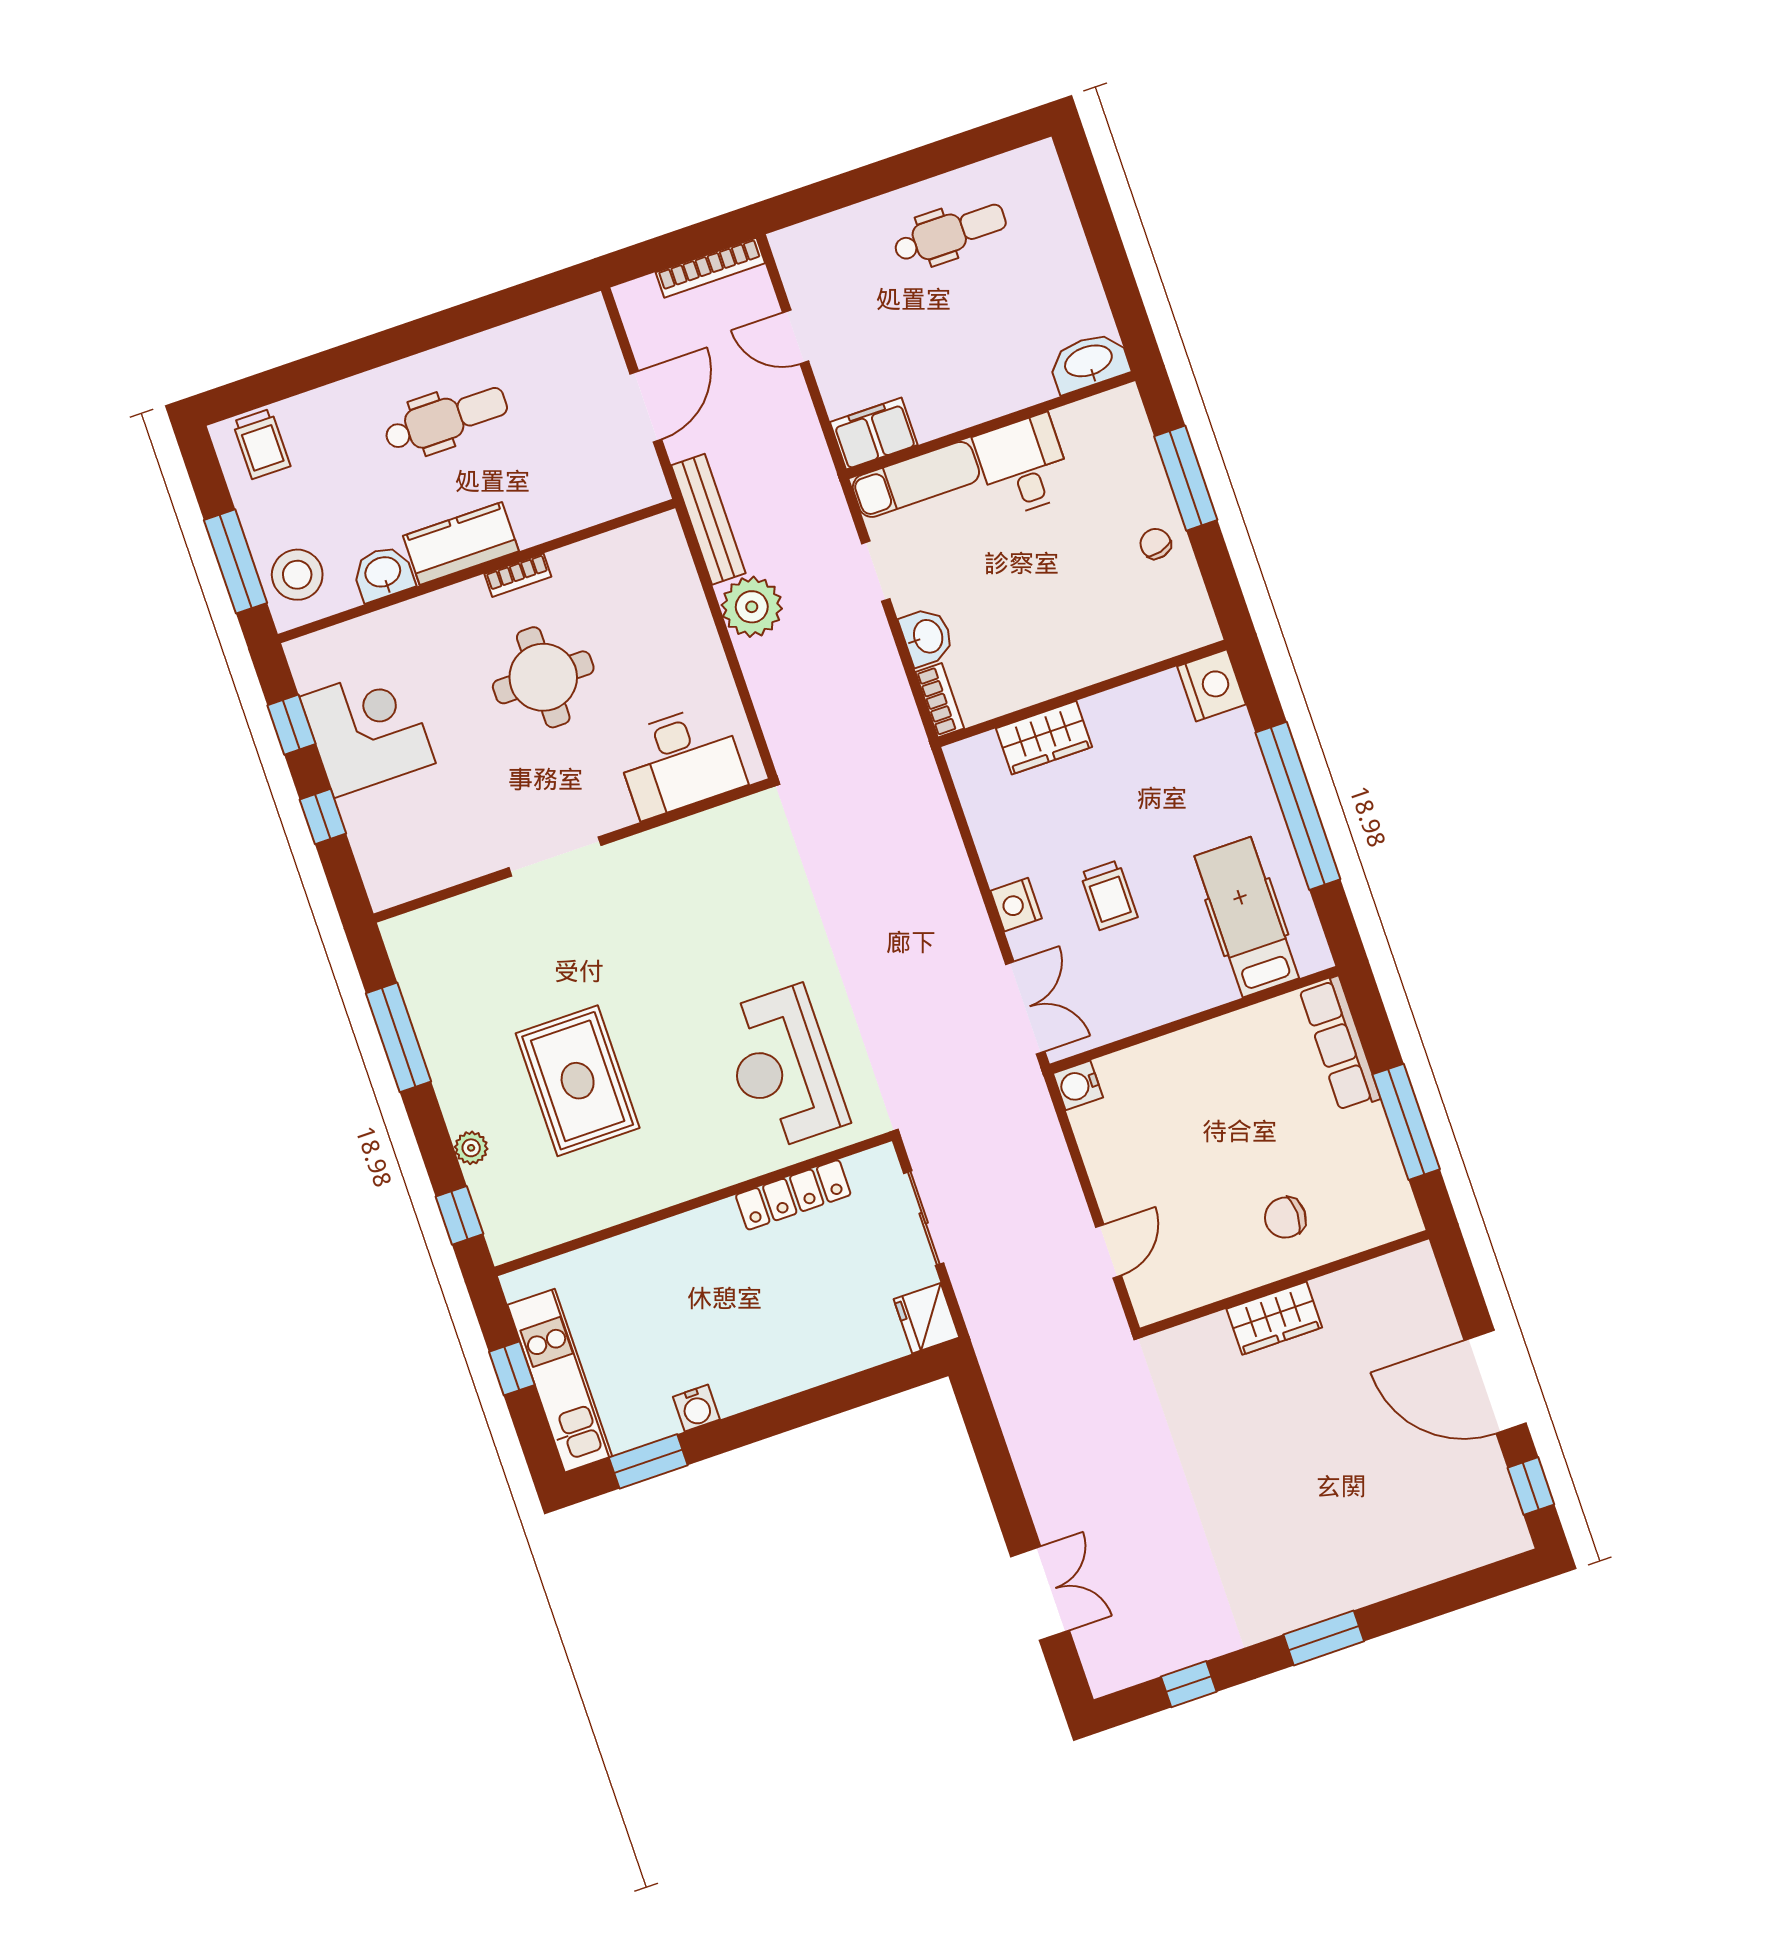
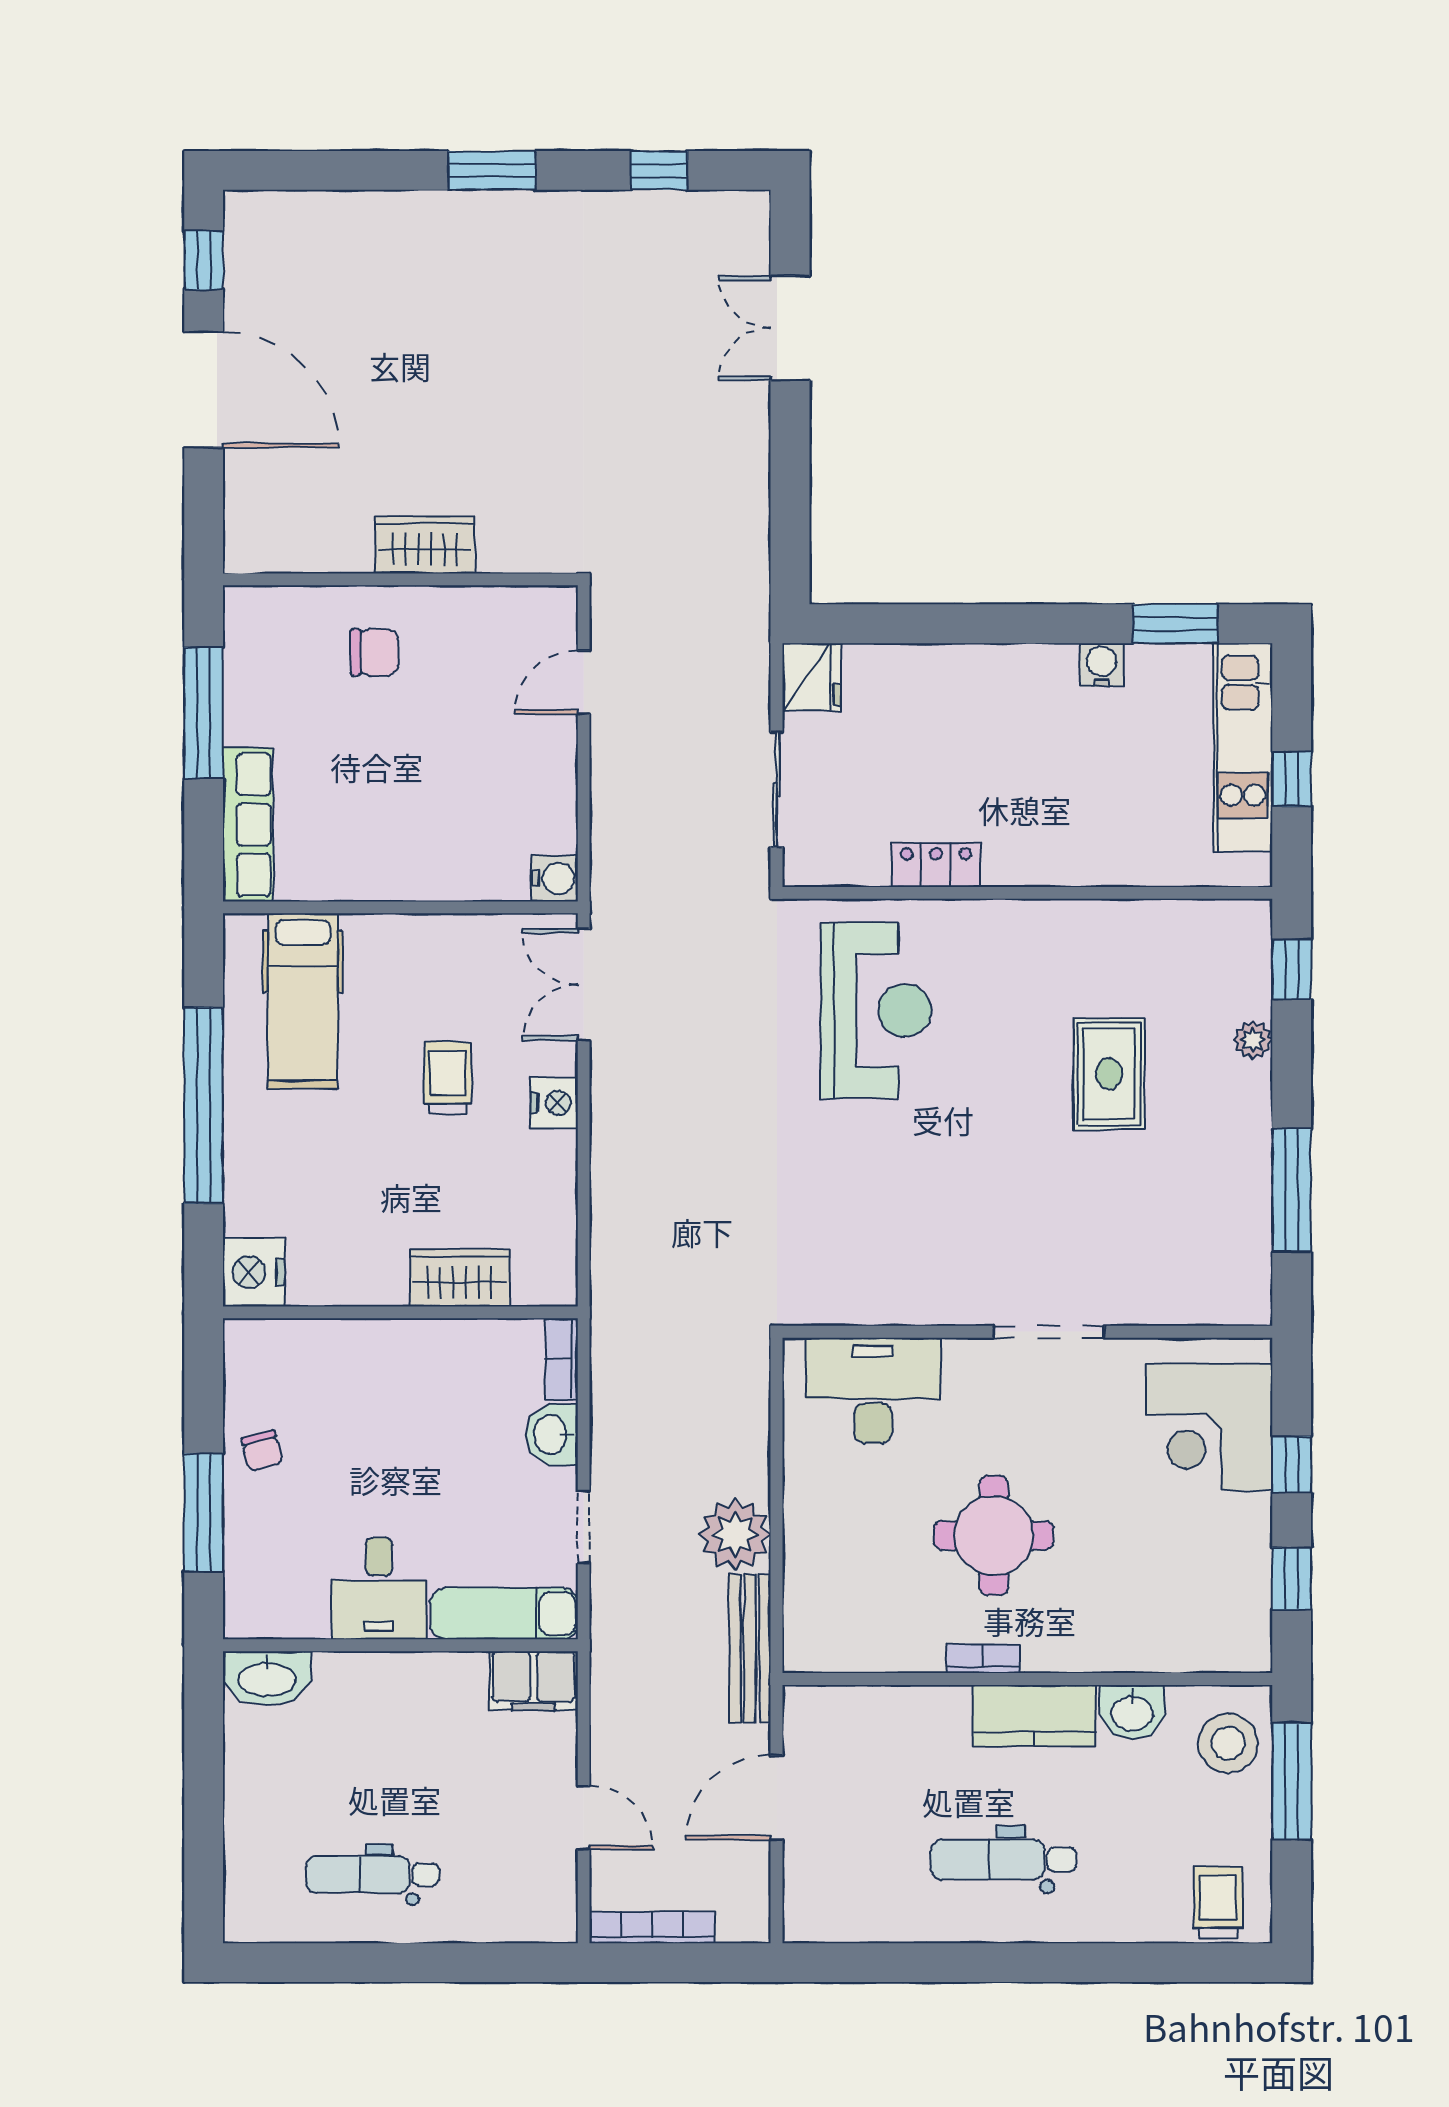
corner desk: (367, 730) -> (1209, 1427), moved
rug: (578, 1081) -> (1109, 1074), width x0.73, depth x0.70
locker: (793, 1195) -> (936, 865), width x0.66

